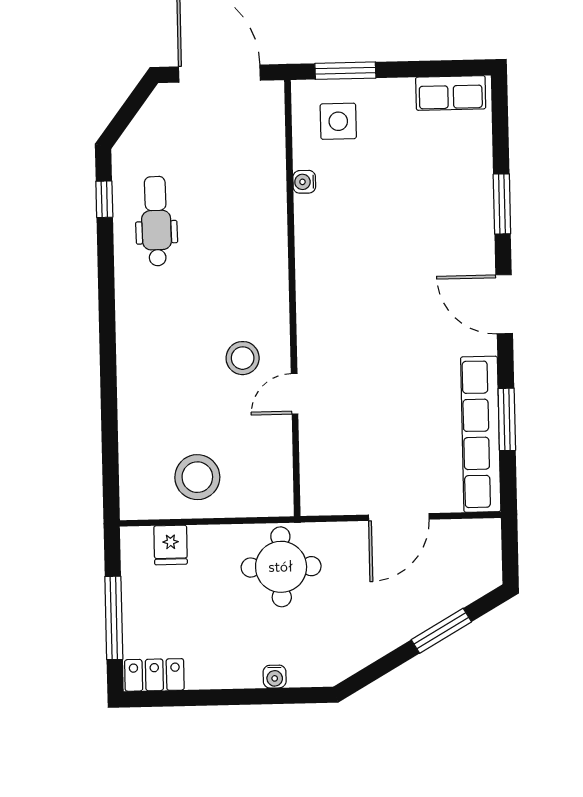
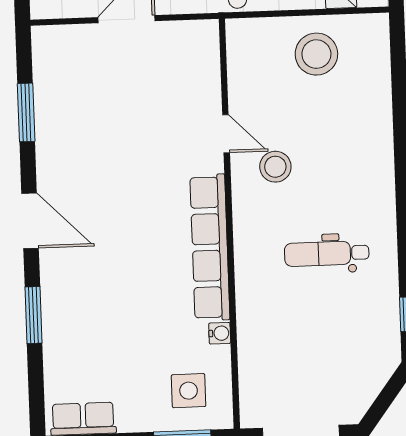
dental chair: (156, 221) -> (327, 254), moved, turned 91
door: (295, 394) -> (226, 134), hinge flipped
row of seats: (481, 434) -> (210, 247), moved, turned 180

